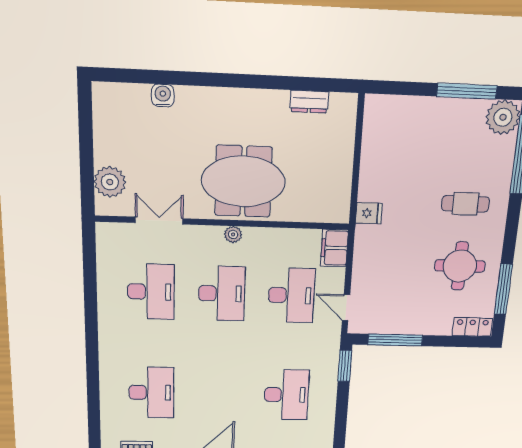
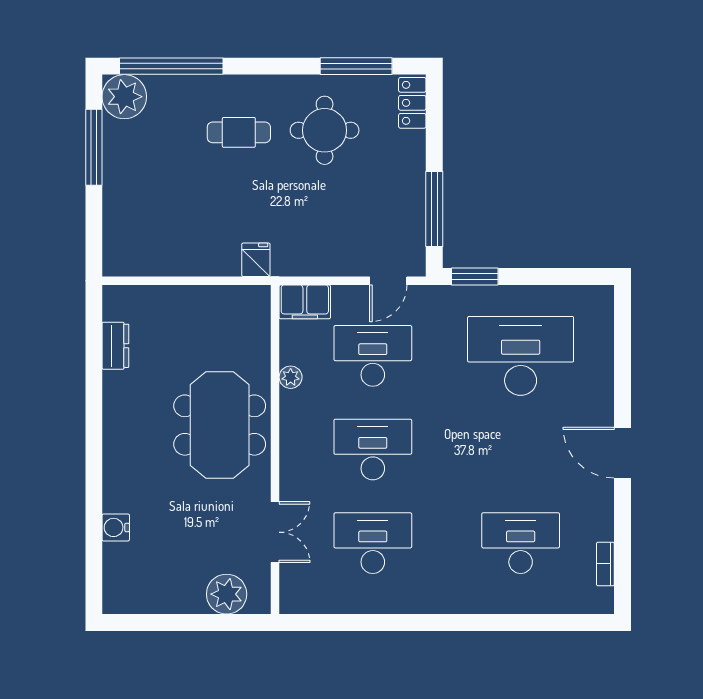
cafe table: (465, 204) -> (239, 132), turned 90
double door: (159, 221) -> (275, 532), swing flipped
plant: (233, 234) -> (291, 377), moved
desk: (286, 395) -> (521, 356), width x1.36, depth x1.30

